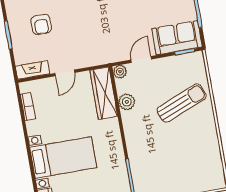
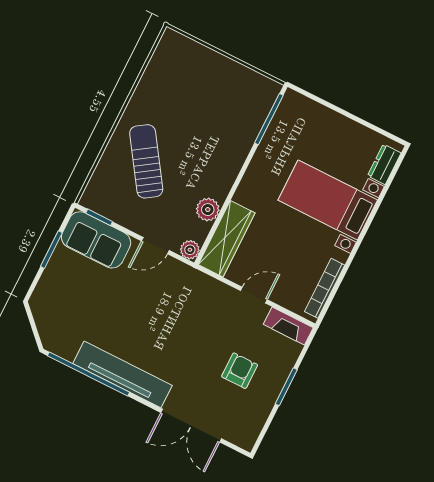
sun lounger: (182, 103) -> (146, 161), turned 78
bookcase: (28, 106) -> (325, 288), width x1.56

